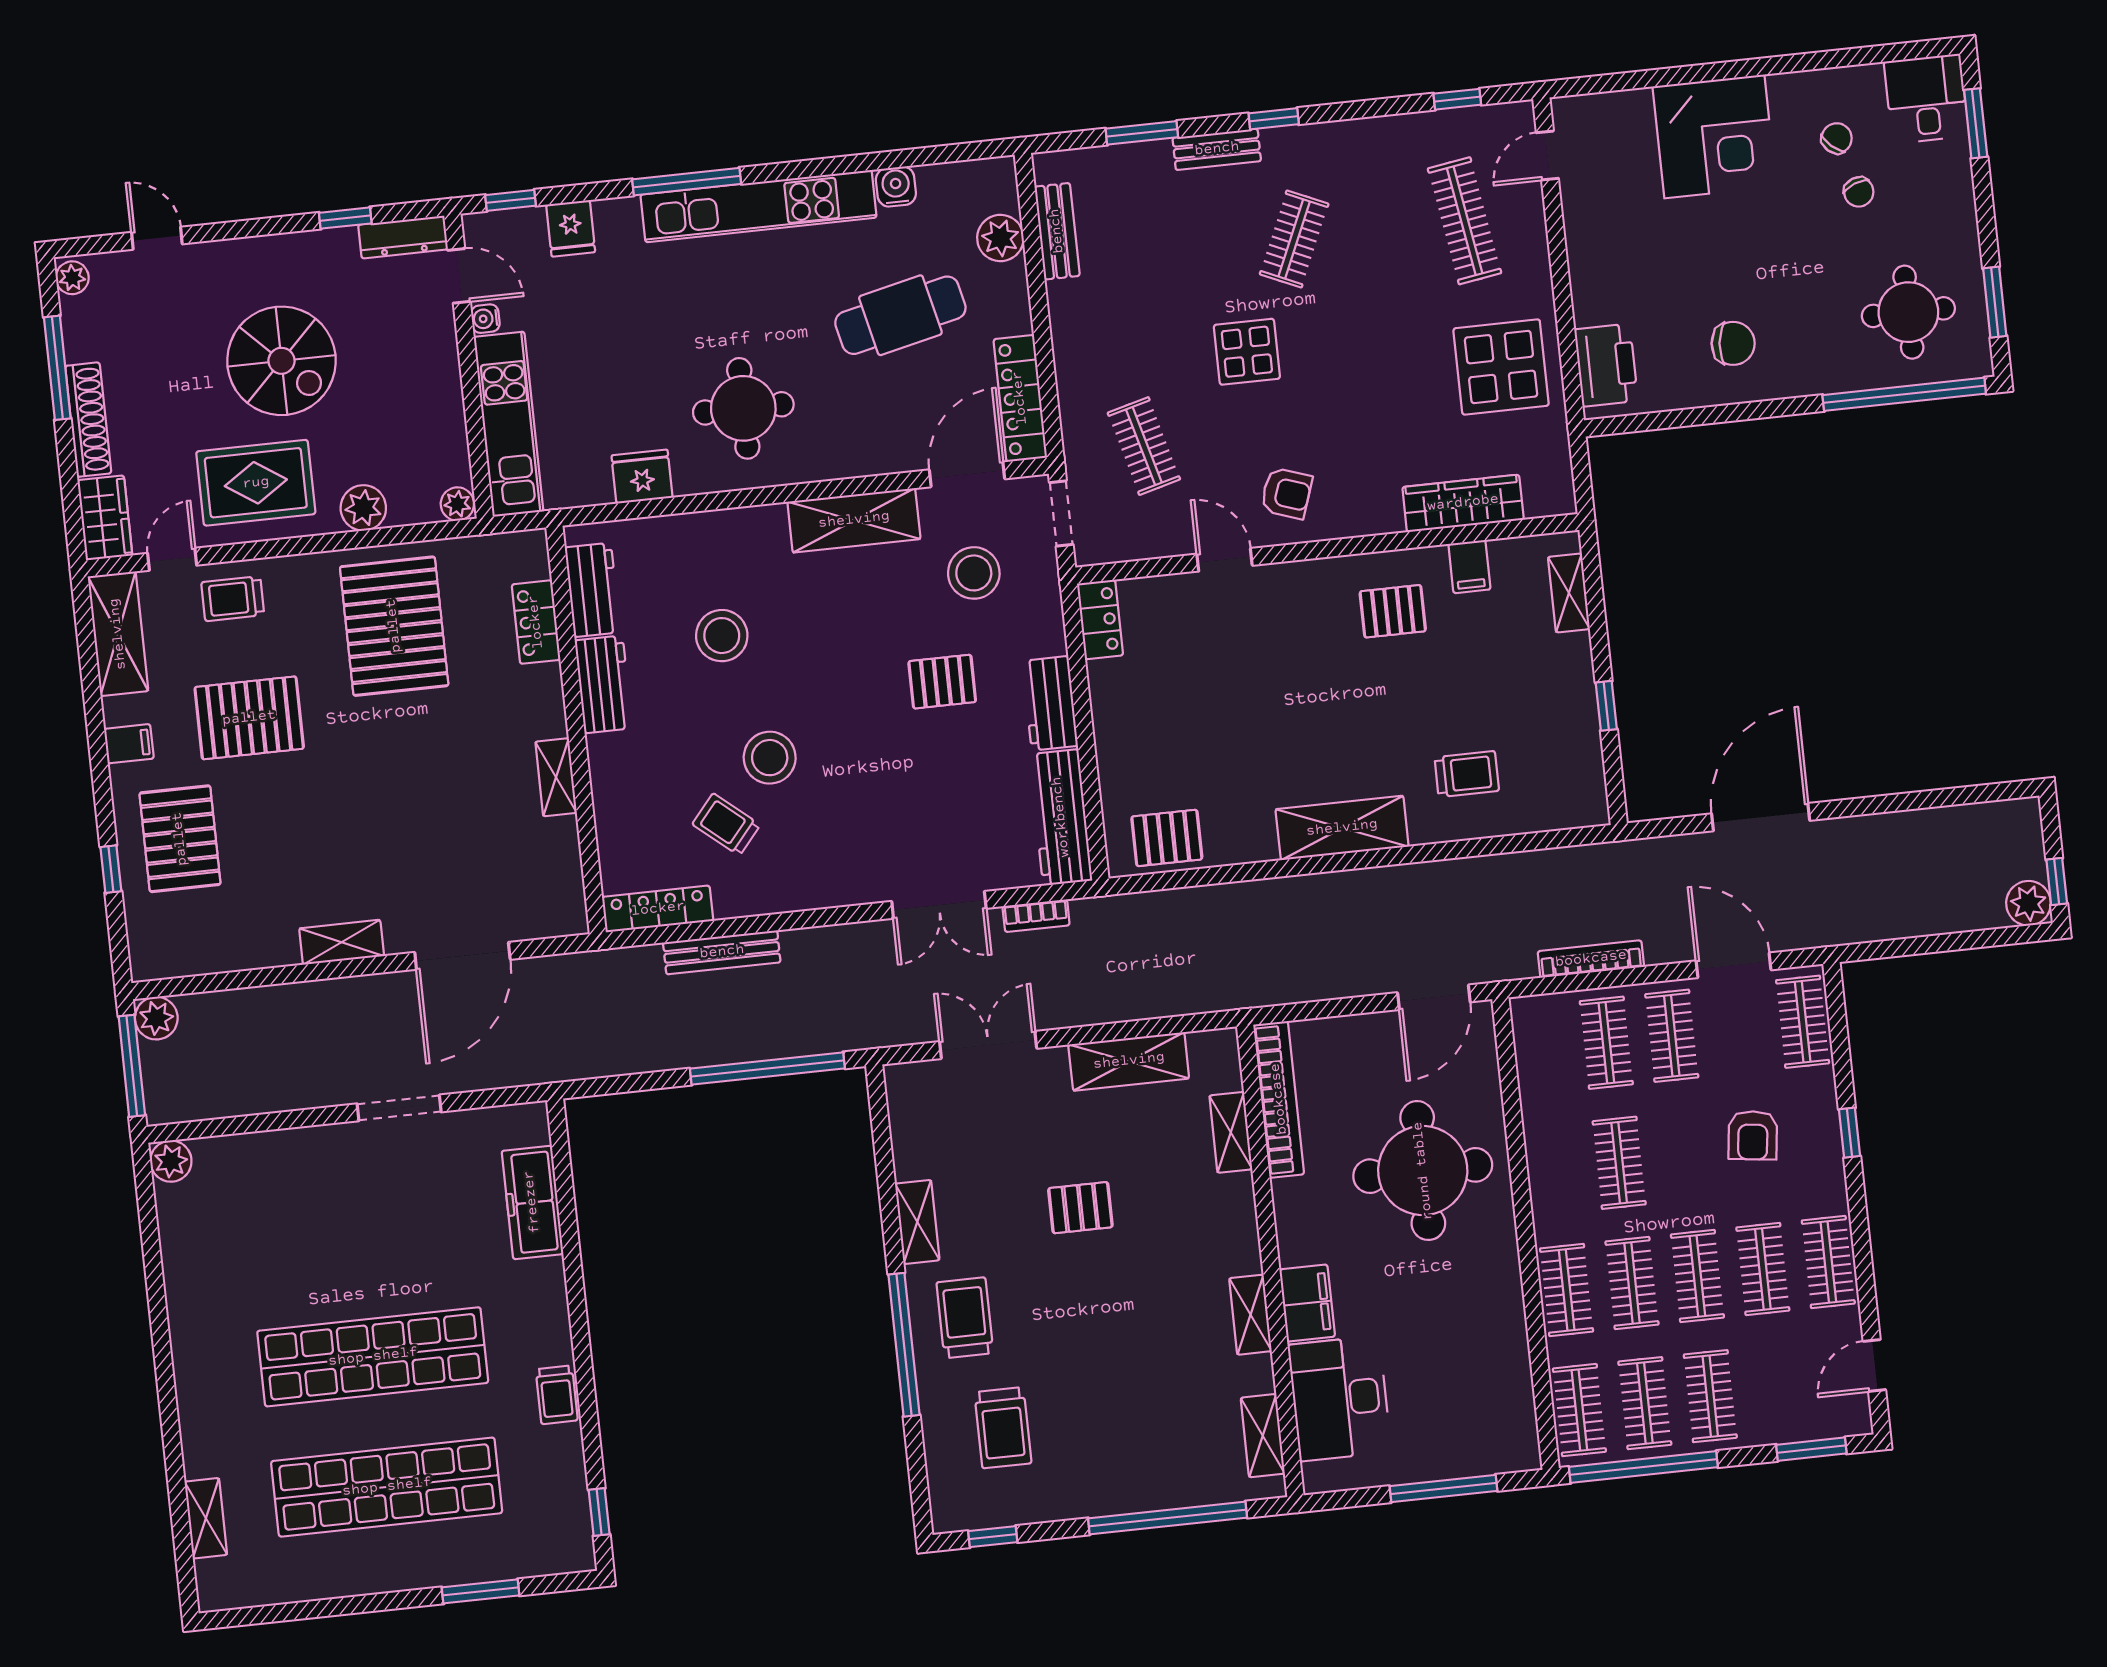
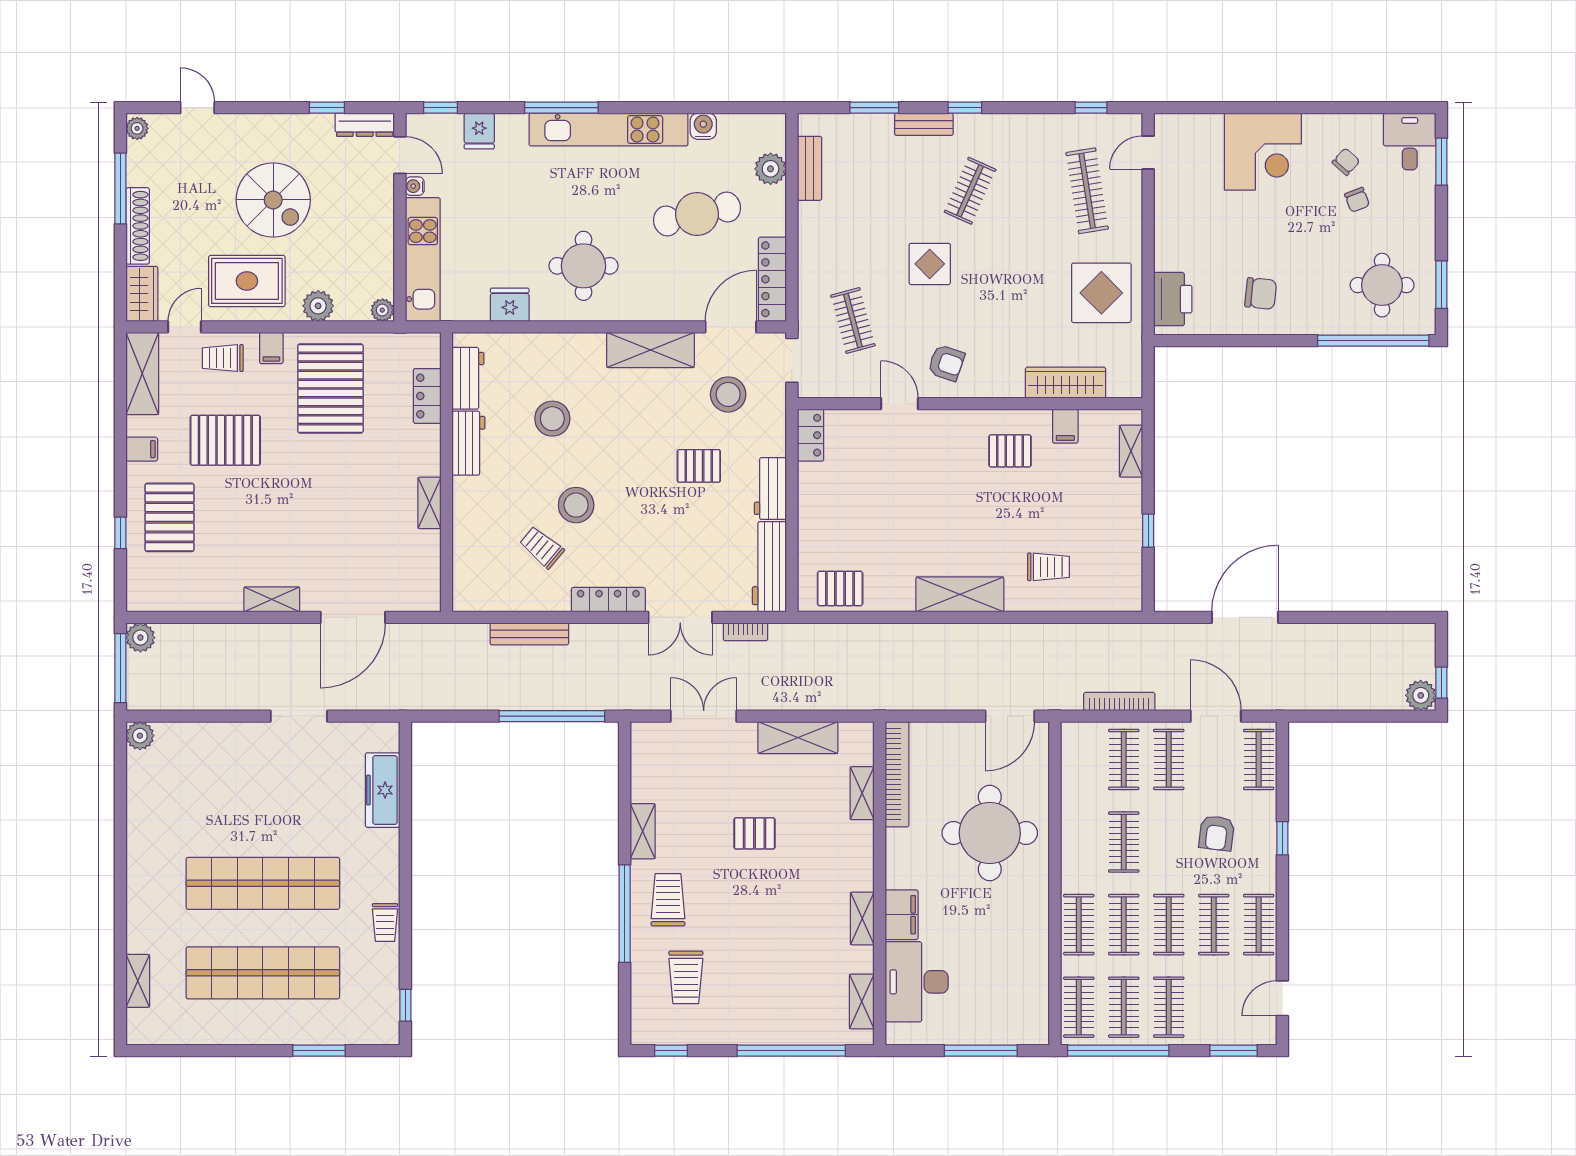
filing cabinet: (302, 576) -> (271, 348), added
locker: (658, 909) -> (608, 600), moved

